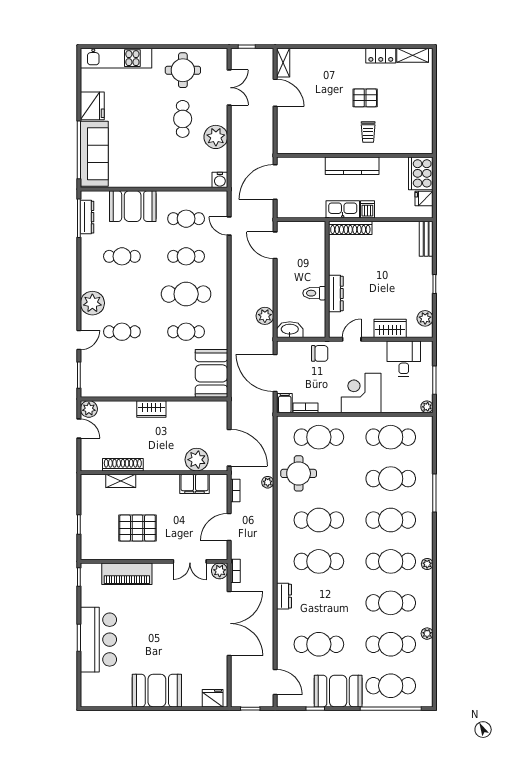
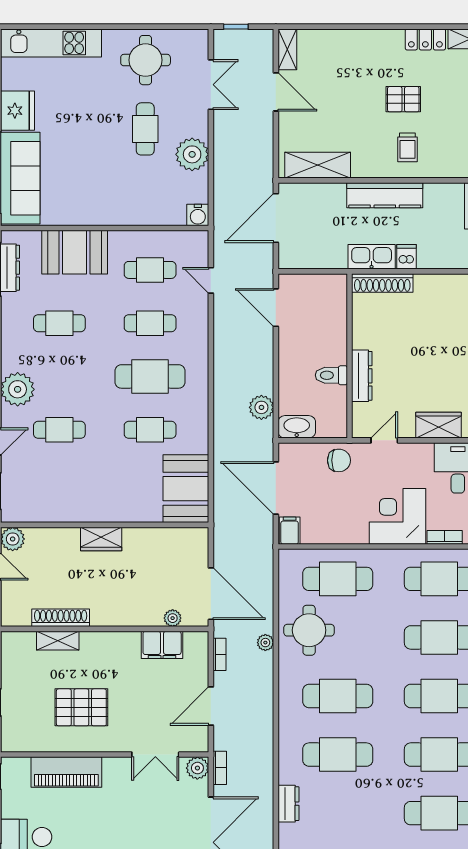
shelving: (305, 145) -> (318, 165), added
bookcase: (306, 408) -> (445, 537), moved
plant: (197, 460) -> (173, 618), width x0.53, depth x0.53

